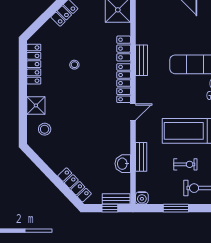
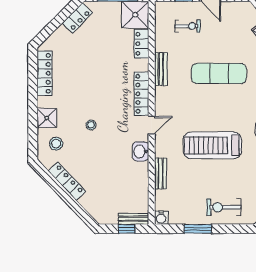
locker: (124, 49) -> (141, 44), moved
stool: (74, 65) -> (91, 125), moved
washbasin: (123, 164) -> (141, 151), moved
exercise bike: (185, 164) -> (188, 26), moved
locker: (75, 185) -> (67, 181), moved

